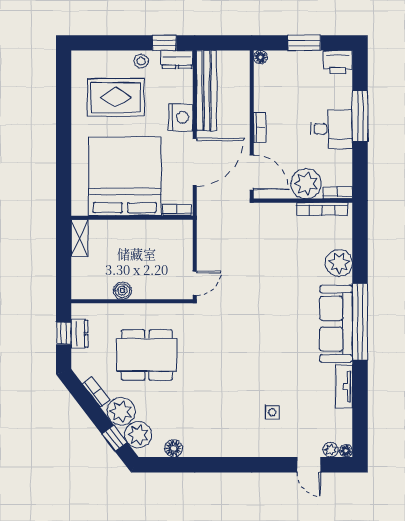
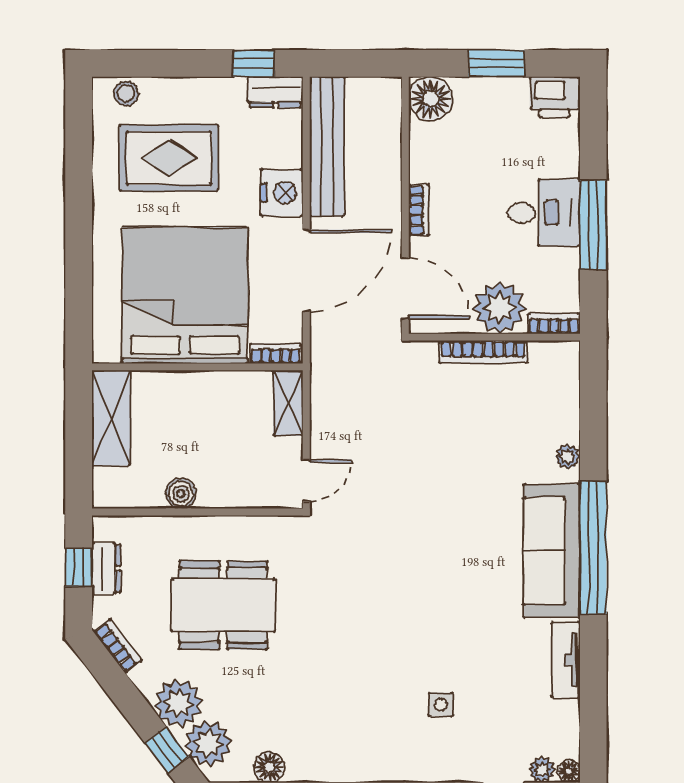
floor lamp: (260, 57) -> (431, 99), width x1.89, depth x1.89
stool: (141, 61) -> (126, 93), moved
window: (360, 116) -> (593, 225), moved
bookcase: (322, 209) -> (483, 352), moved
shelving: (79, 238) -> (111, 418), width x1.50, depth x1.33
shelving: (184, 238) -> (288, 403), added
plant: (339, 263) -> (568, 456), width x0.53, depth x0.53
bookcase: (96, 392) -> (118, 646), moved

